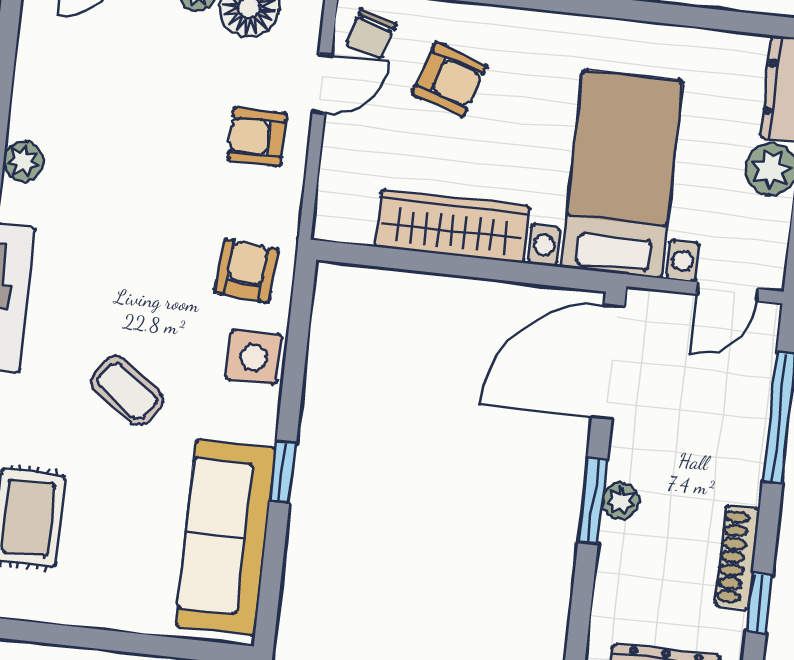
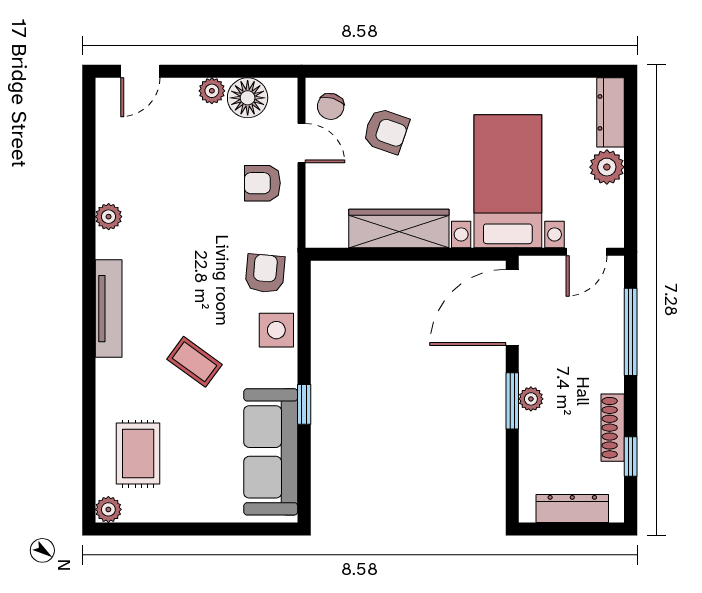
door: (322, 84) -> (301, 143), hinge flipped

